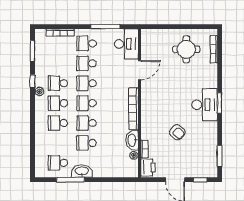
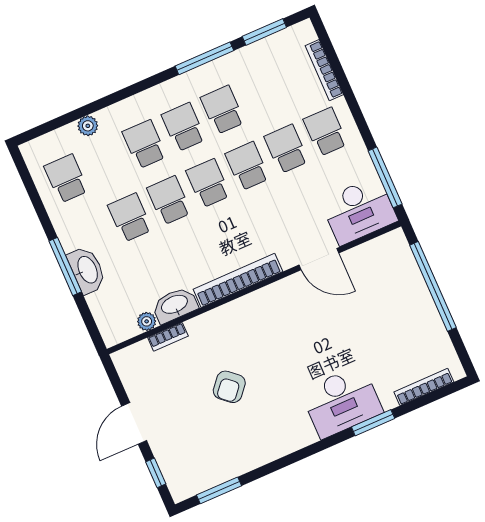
window: (105, 27) -> (385, 177), moved
window: (173, 27) -> (433, 286), added
round table: (186, 49) -> (400, 333), removed
window: (32, 81) -> (204, 58), width x2.17
plant: (39, 92) -> (88, 126), moved
window: (220, 103) -> (373, 423), moved
desk: (205, 105) -> (342, 402), moved
printer: (148, 167) -> (135, 360), removed
washbasin: (82, 171) -> (87, 270), moved
window: (70, 180) -> (65, 266), moved

